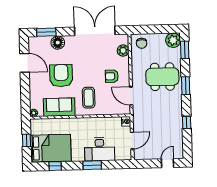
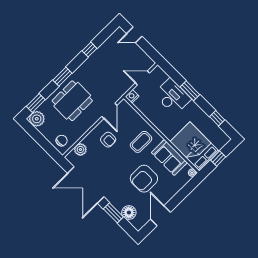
window: (46, 32) -> (113, 213), moved
floor lamp: (58, 43) -> (129, 213), moved
dining table: (162, 77) -> (72, 101), turned 90
bed: (51, 148) -> (195, 146), moved

